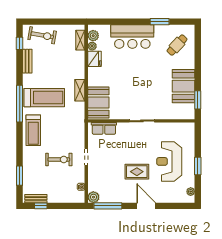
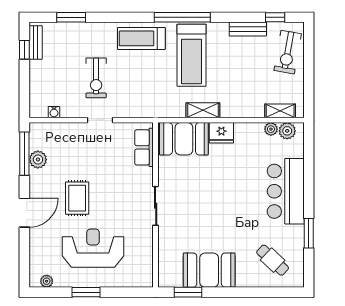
fridge: (94, 59) -> (221, 133), moved
plant: (93, 197) -> (38, 160), moved

